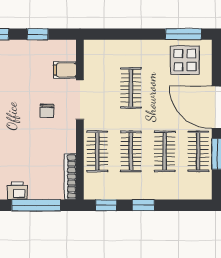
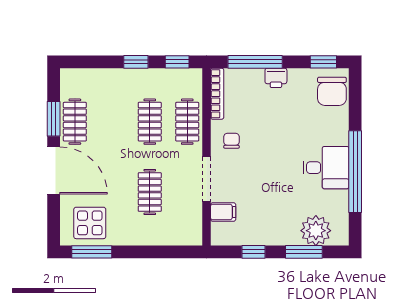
chair: (47, 111) -> (231, 141), moved
clothes rail: (165, 151) -> (112, 122), removed

